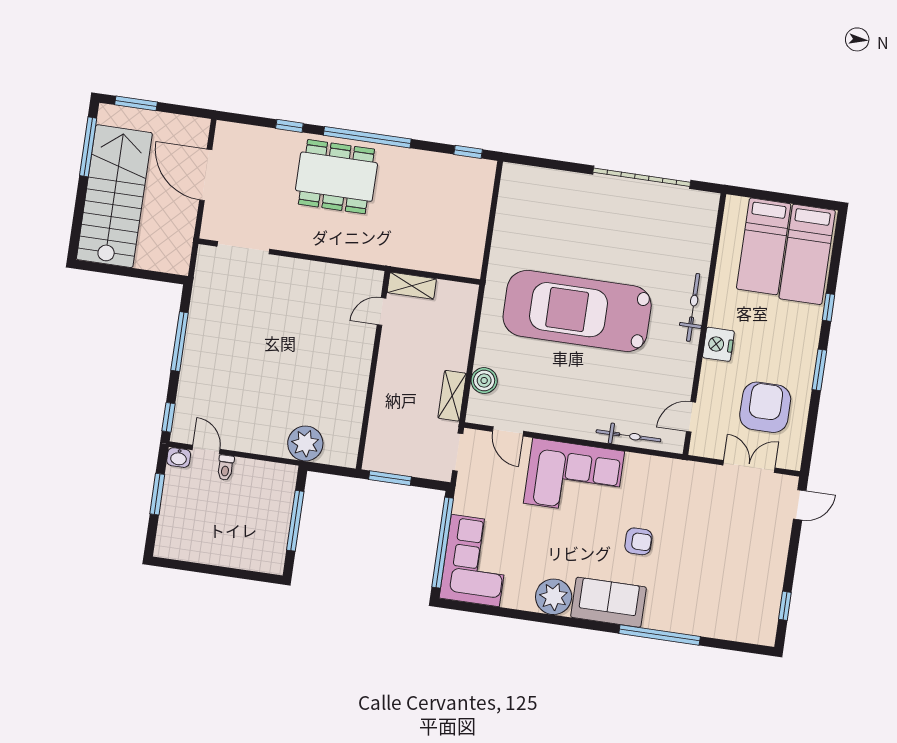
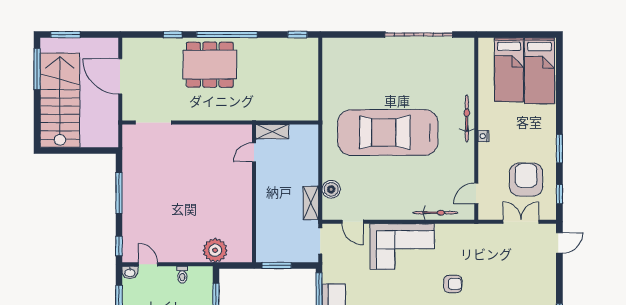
window: (828, 307) -> (559, 194), moved
nightstand: (718, 344) -> (484, 136), width x0.53, depth x0.56
toilet: (225, 468) -> (182, 275), moved

